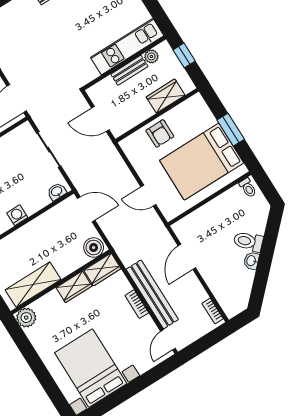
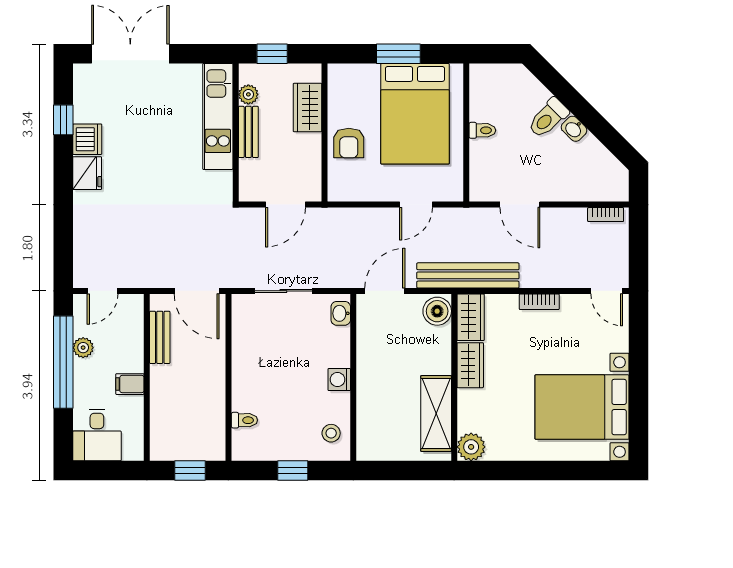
armchair: (160, 133) -> (349, 143), turned 90
toilet: (248, 188) -> (482, 130), moved
bench: (152, 294) -> (468, 275), moved

